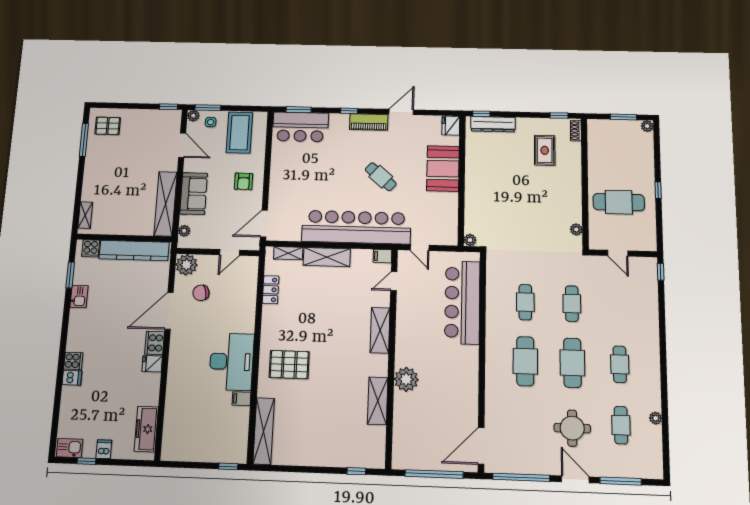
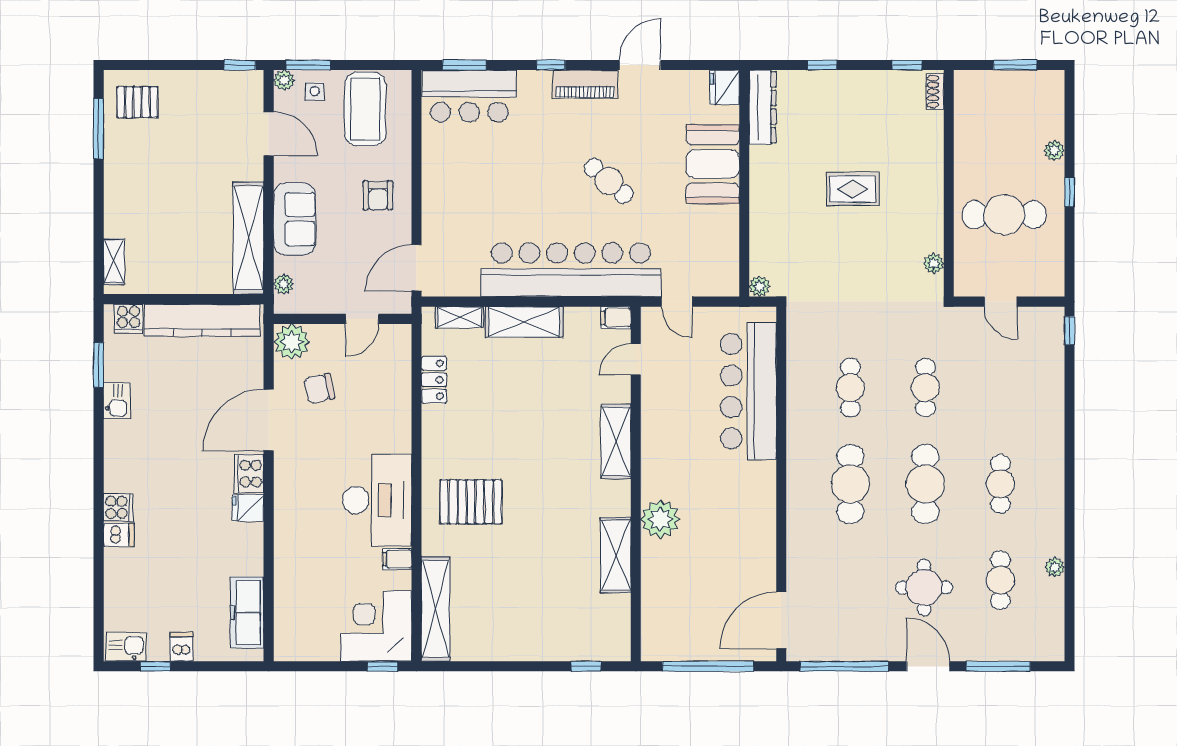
window: (481, 114) -> (822, 65), moved
dresser: (493, 124) -> (762, 107), moved, turned -90
plant: (647, 126) -> (1054, 151), moved
rug: (545, 150) -> (853, 189), moved, turned 90
corner desk: (226, 440) -> (376, 626), added

